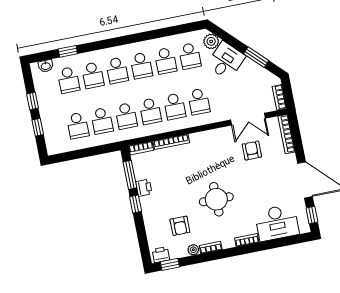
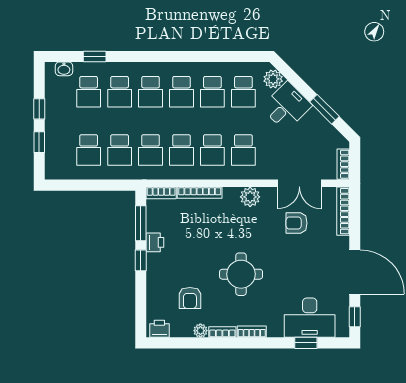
plant: (211, 137) -> (250, 197), added
armchair: (252, 151) -> (297, 223), turned -90
bookcase: (247, 240) -> (252, 332), moved
window: (170, 264) -> (306, 343), moved

